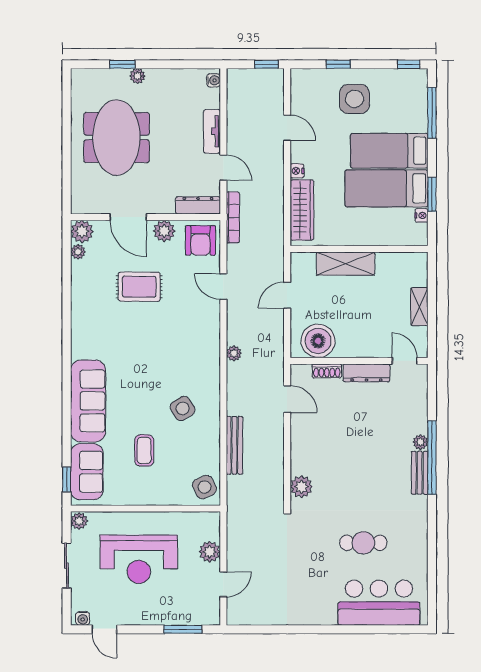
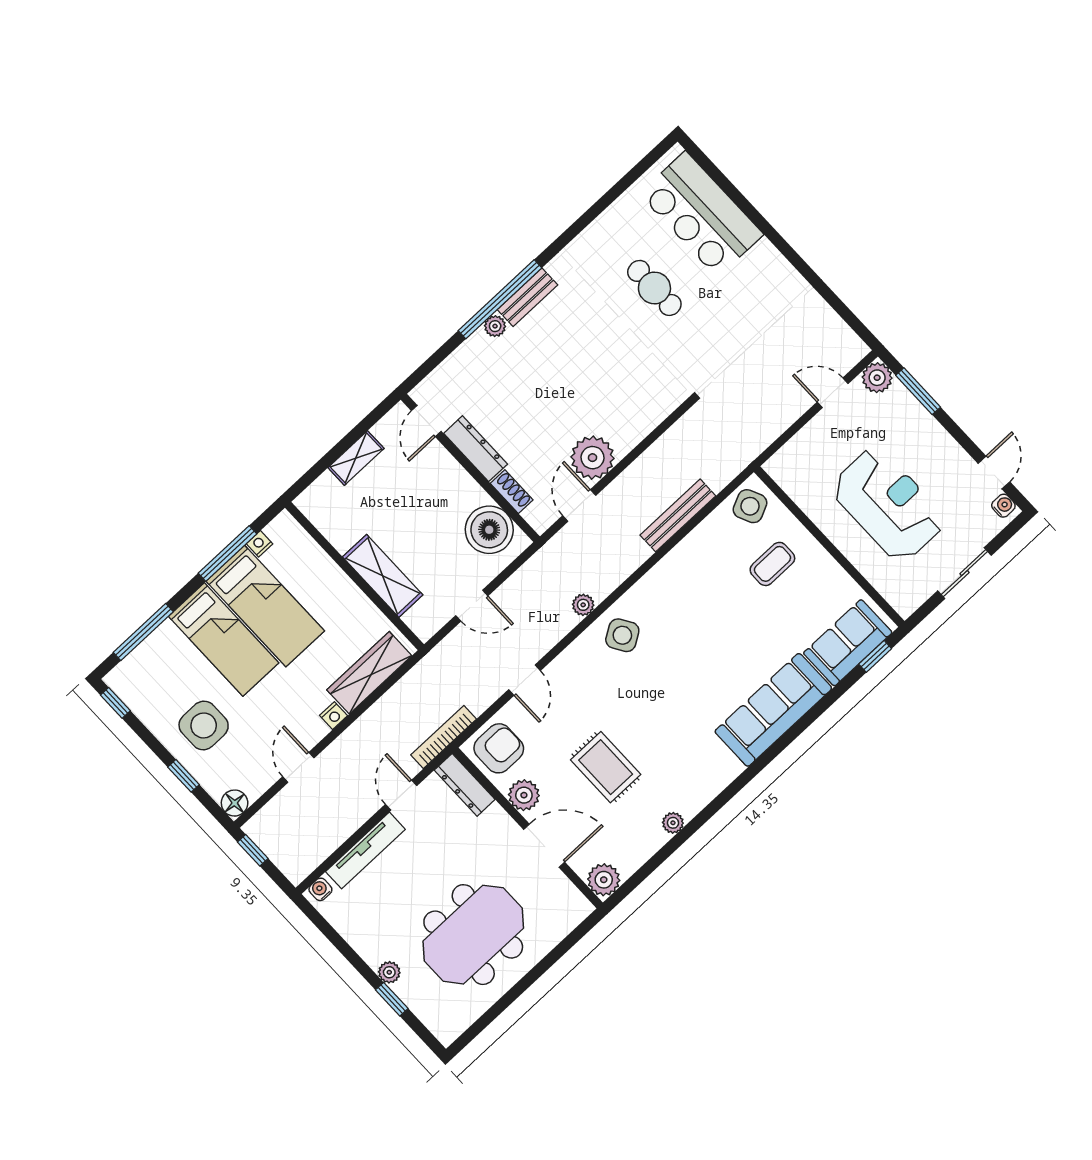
floor lamp: (299, 78) -> (235, 803), added
tv unit: (212, 131) -> (365, 850), width x1.41
window: (432, 194) -> (227, 553), width x1.44
door: (128, 217) -> (544, 846), hinge flipped
plant: (78, 252) -> (673, 823), moved
side table: (183, 408) -> (622, 635), moved
coffee table: (144, 450) -> (772, 564), moved
plant: (301, 487) -> (593, 458), moved, width x1.36, depth x1.36
plant: (79, 521) -> (906, 603), removed
plant: (210, 552) -> (877, 378), moved

